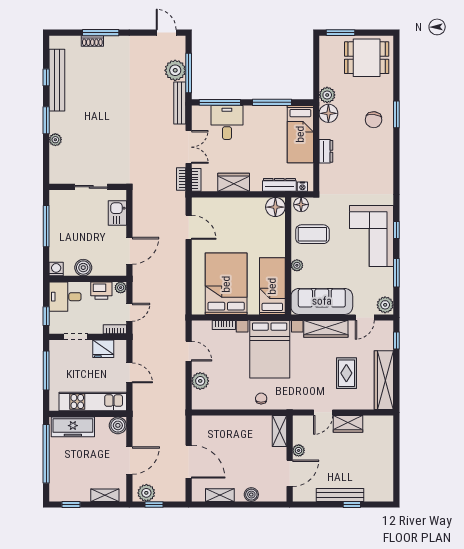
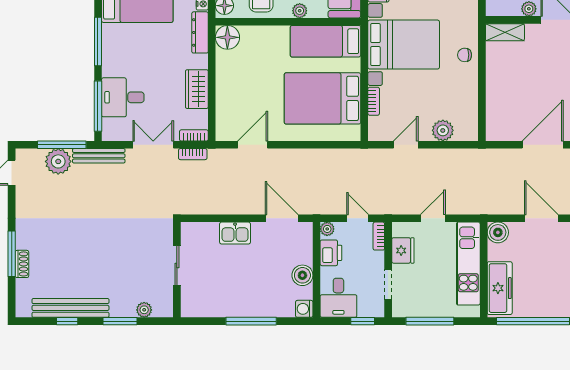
wall: (88, 187) -> (177, 270), moved
sliding door: (91, 187) -> (177, 265), moved

